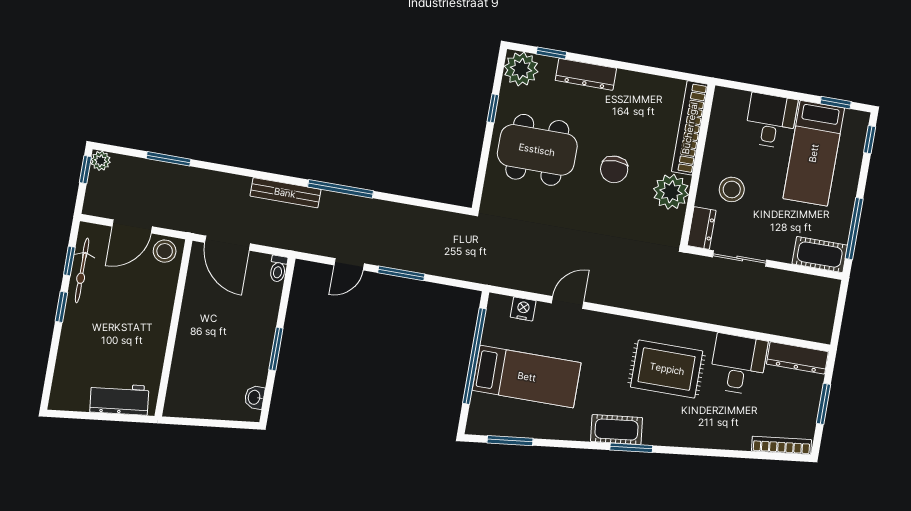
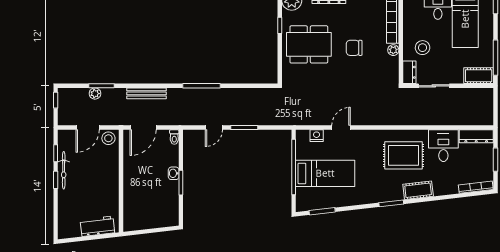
plant: (101, 161) -> (95, 94), moved
chair: (614, 169) -> (354, 48), turned 90
plant: (671, 192) -> (393, 50), width x0.53, depth x0.53
bench: (285, 193) -> (147, 93), moved
door: (227, 243) -> (143, 128), hinge flipped
bicycle: (82, 270) -> (64, 170), moved
washbasin: (255, 397) -> (174, 173), moved
cot: (617, 430) -> (418, 190), moved

